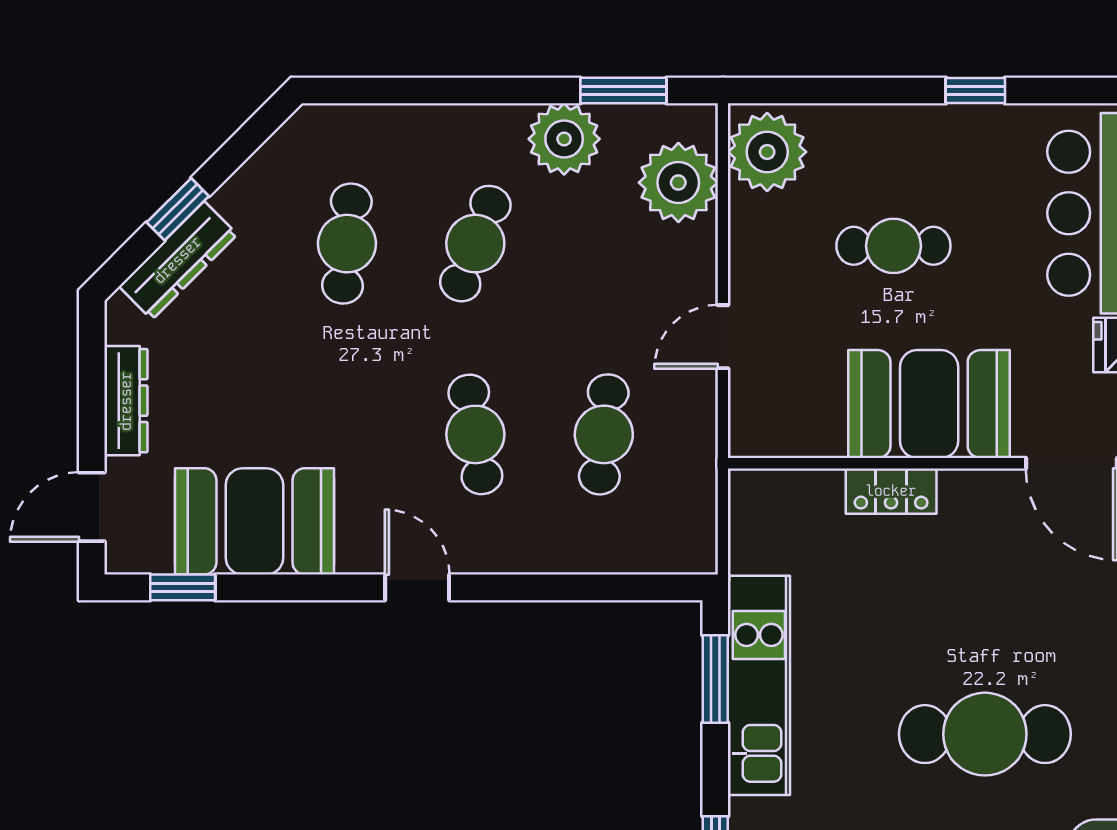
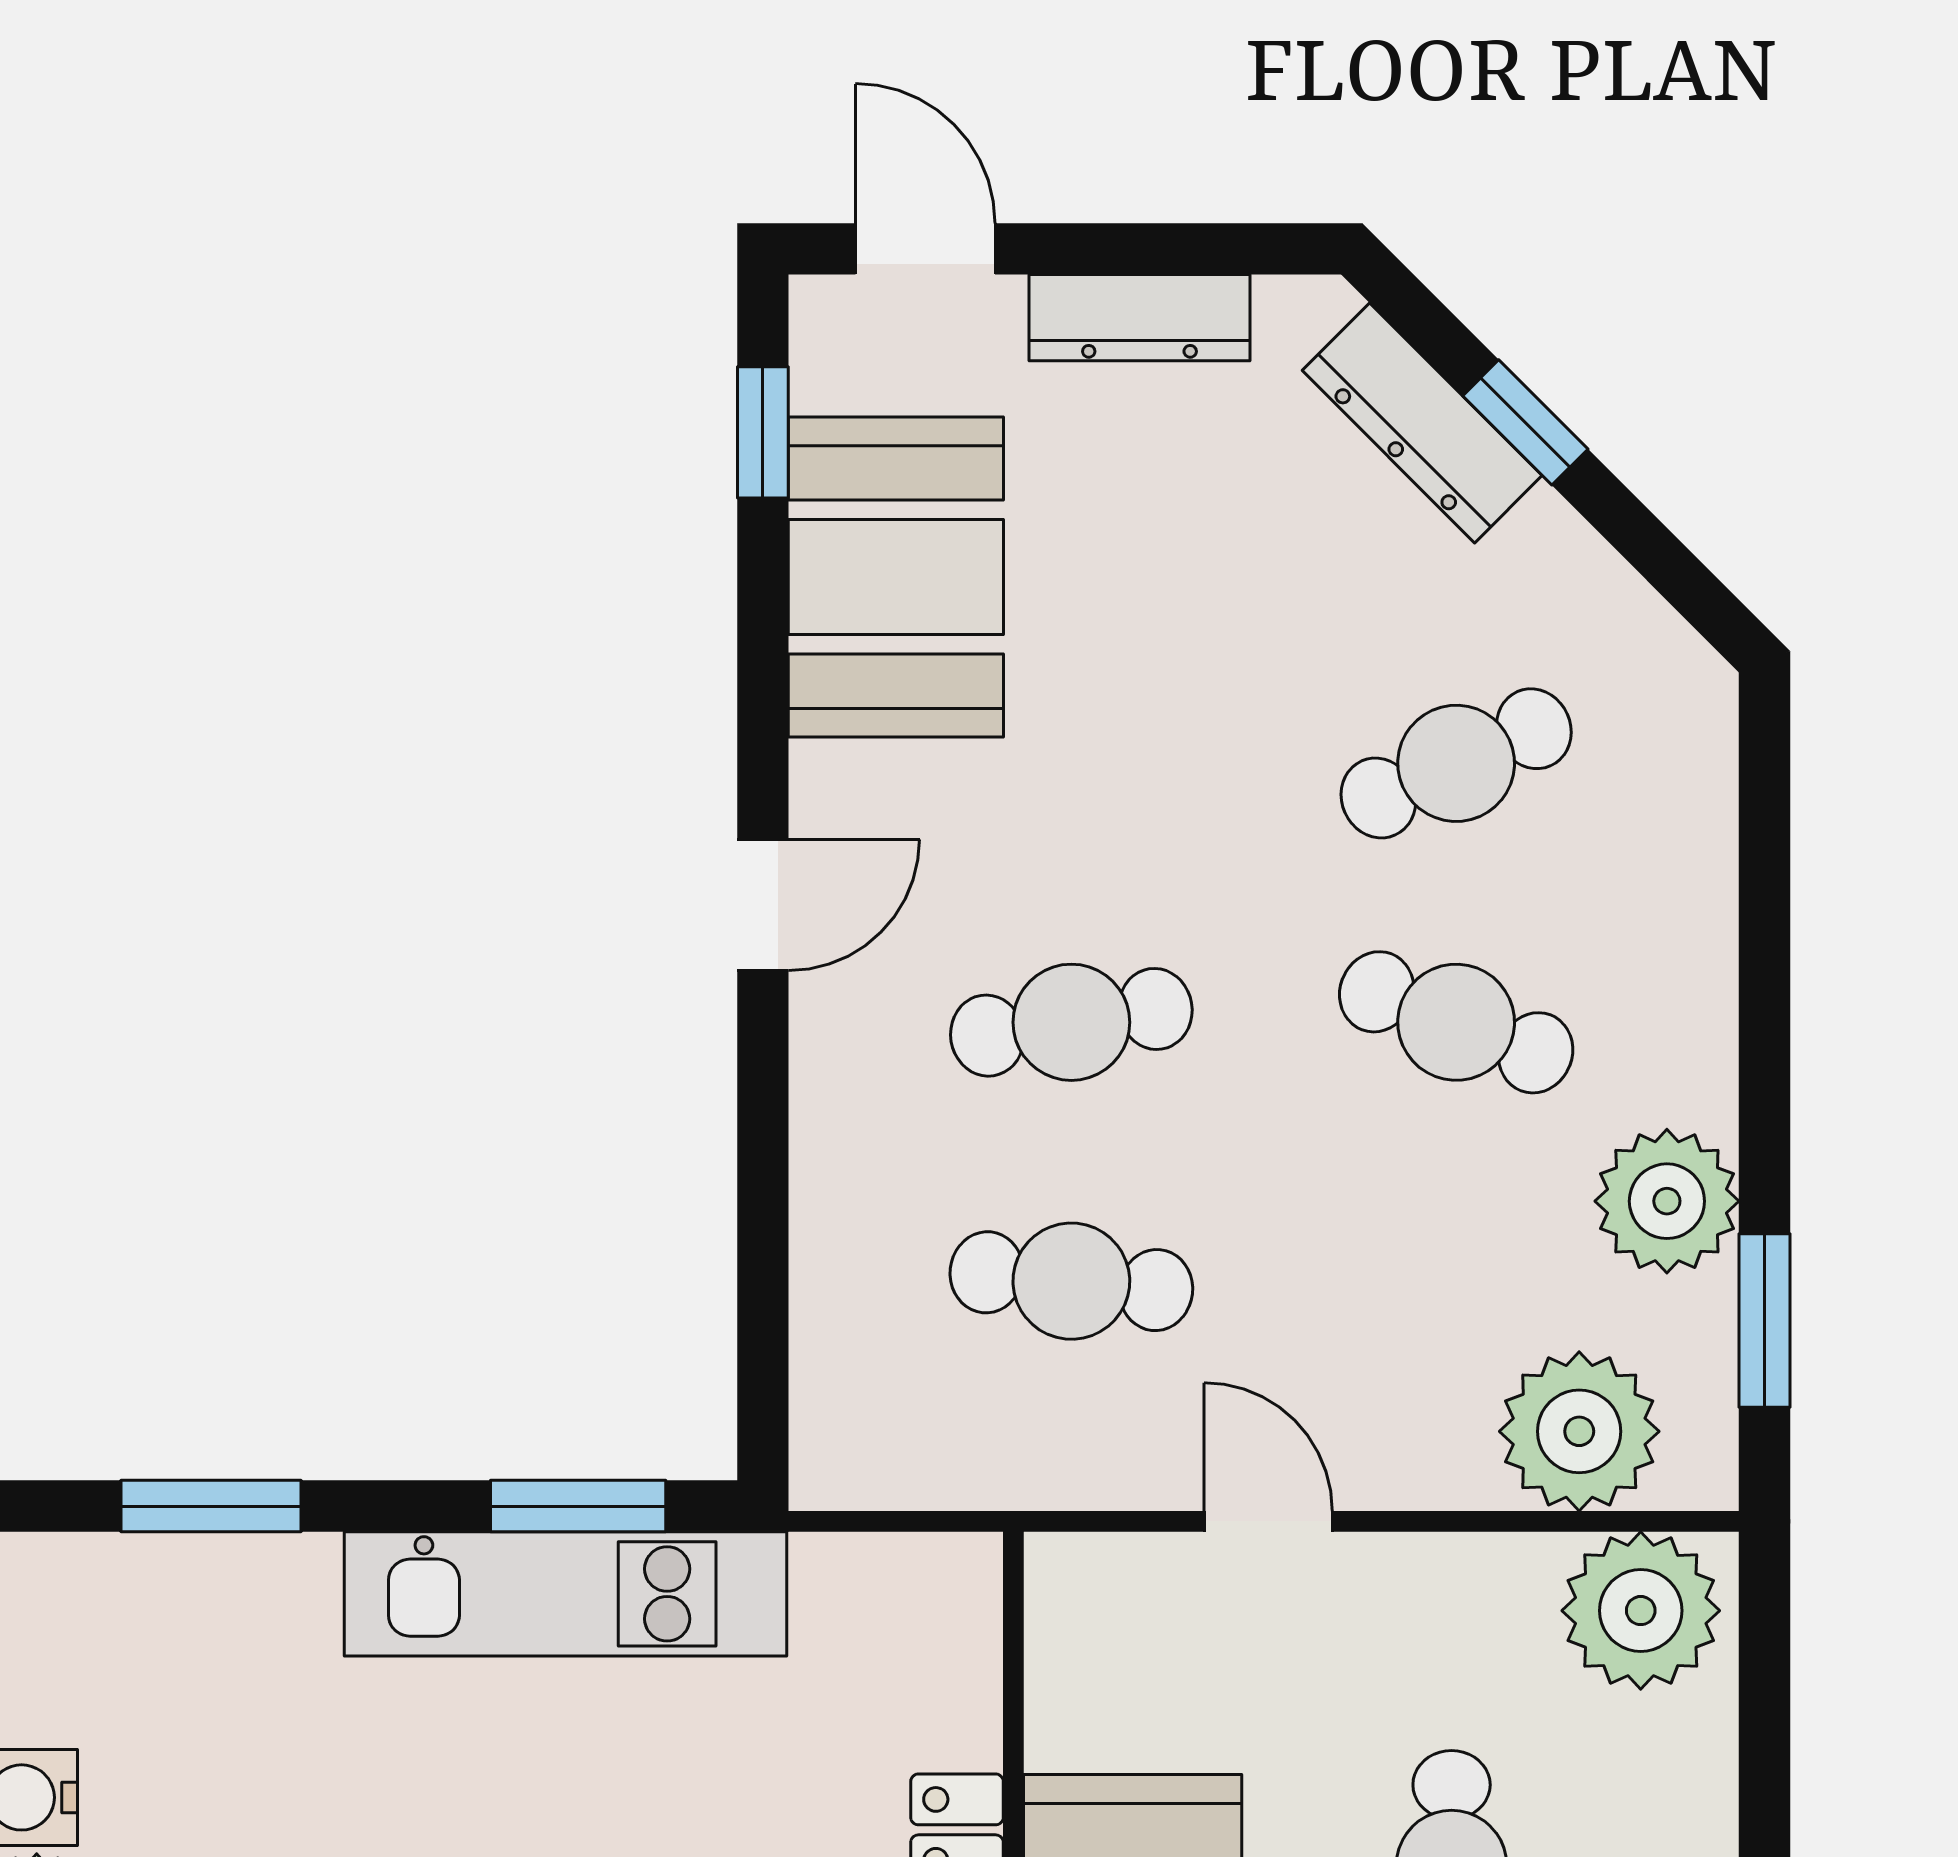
cafe table: (347, 244) -> (1456, 763), turned -30

